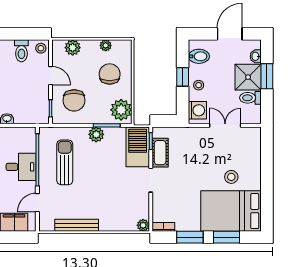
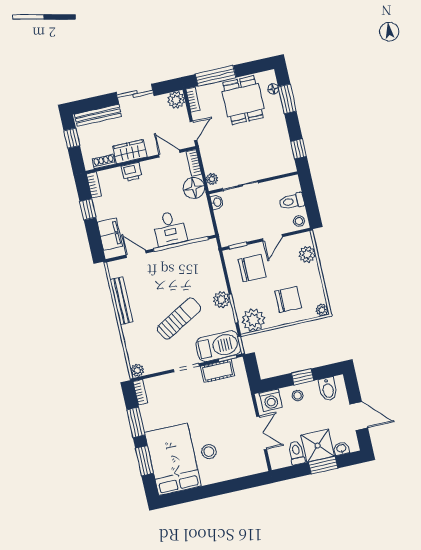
plant: (106, 45) -> (322, 310), moved
chair: (74, 100) -> (252, 268), turned 180
sun lounger: (65, 162) -> (179, 319), moved, turned -30

